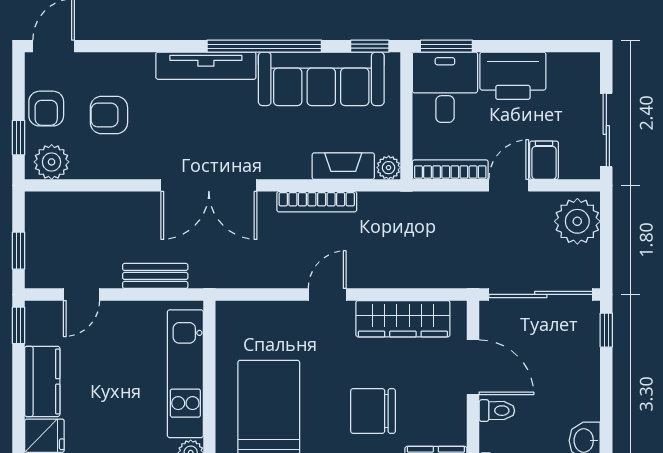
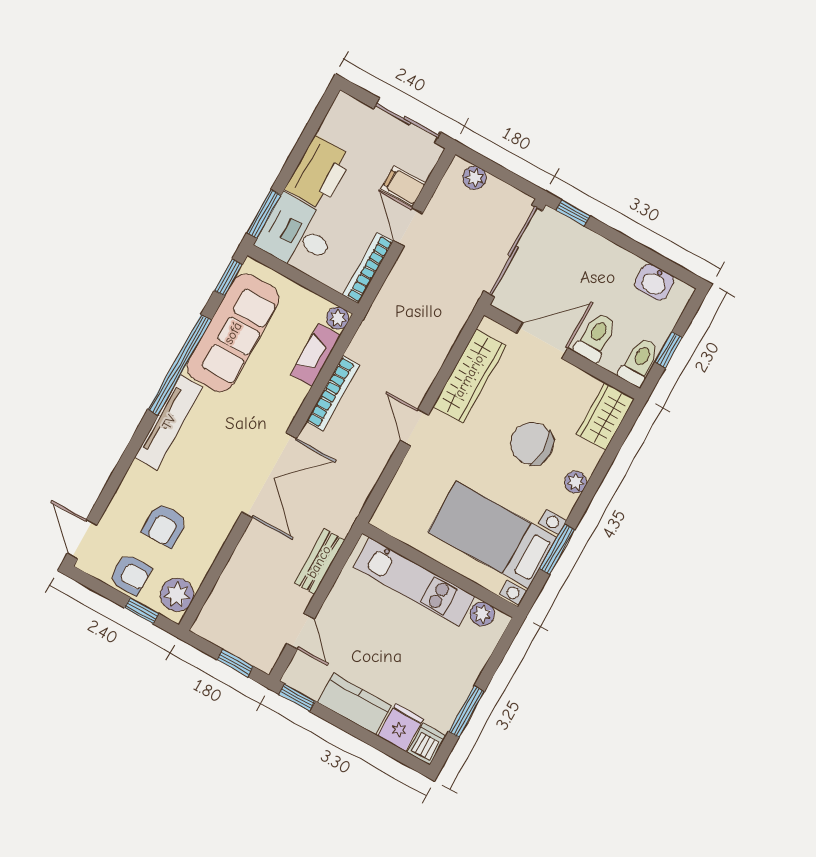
plant: (577, 221) -> (474, 178), width x0.53, depth x0.53
chair: (373, 411) -> (532, 444), turned 90
toilet: (497, 411) -> (596, 337), width x1.37, depth x1.39

